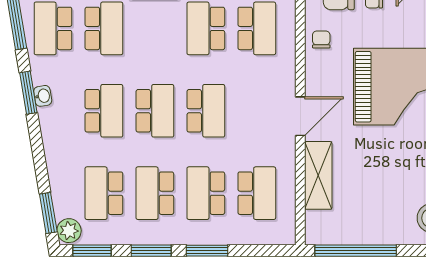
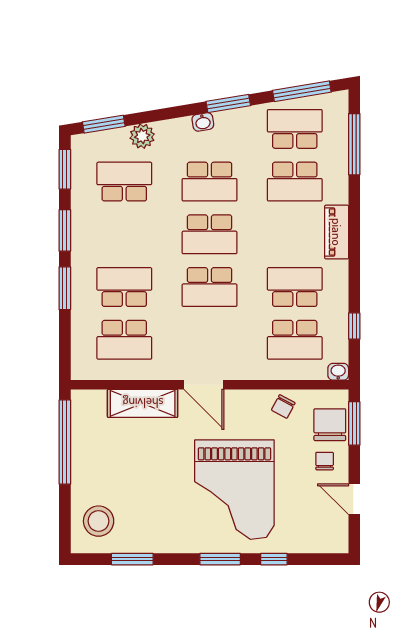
chair: (321, 39) -> (283, 406), turned 118
washbasin: (43, 96) -> (203, 122), moved
school desk: (155, 193) -> (124, 234), removed
plant: (69, 231) -> (142, 136), moved

